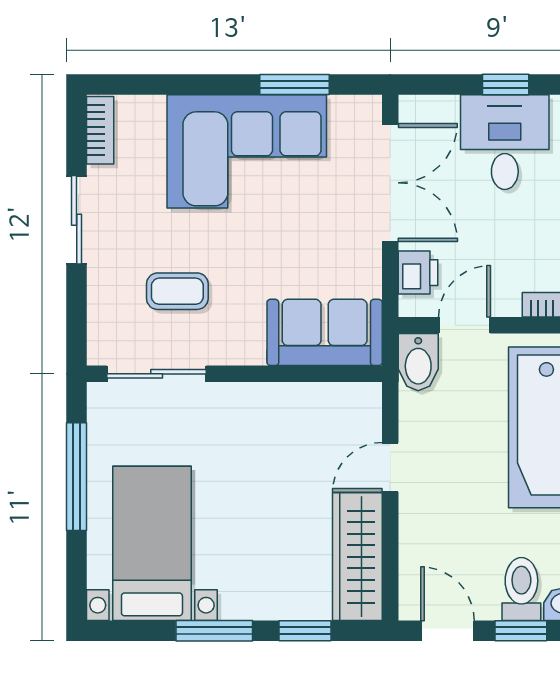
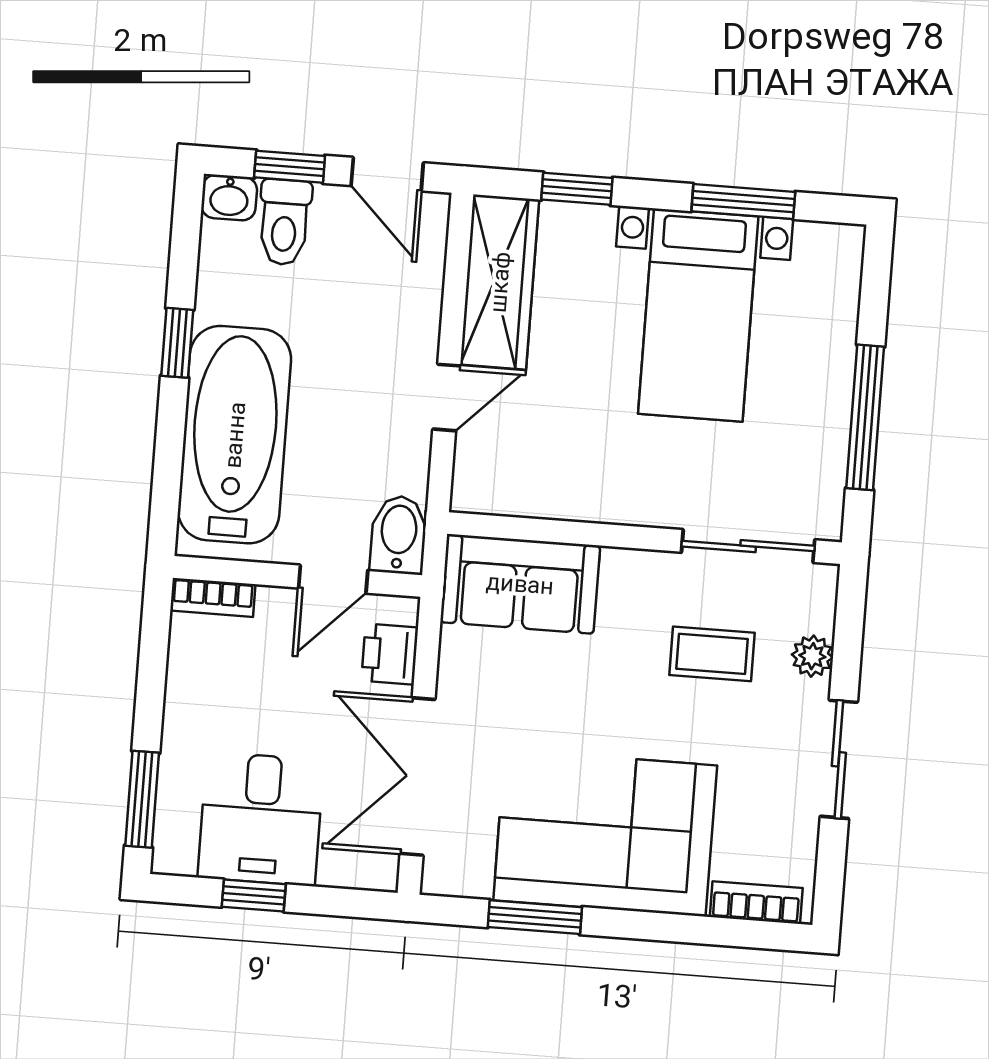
bookcase: (100, 130) -> (756, 903), moved, turned 90
plant: (102, 295) -> (812, 656), added
bed with nightstands: (152, 543) -> (698, 315), moved
window: (214, 631) -> (743, 202), moved

